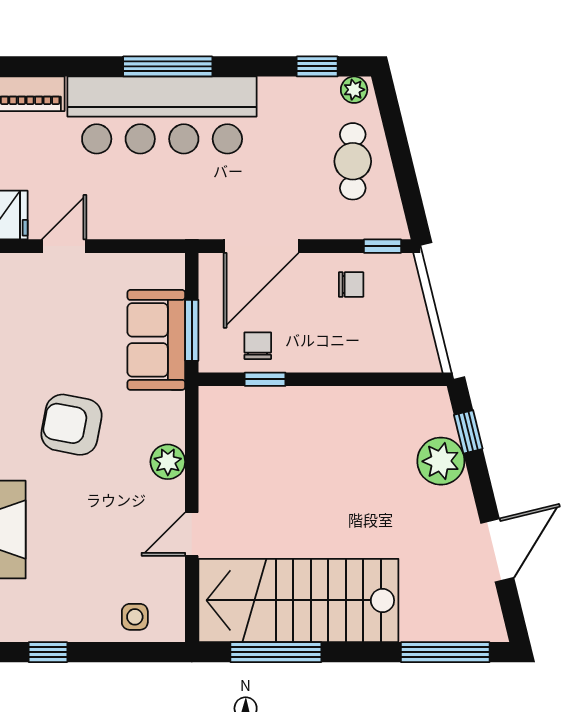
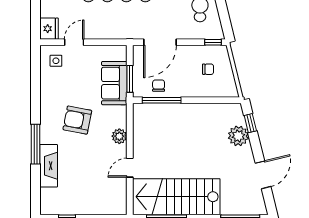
chair: (351, 285) -> (208, 69), moved
window: (265, 379) -> (162, 100), width x2.17
side table: (135, 617) -> (56, 61), moved

